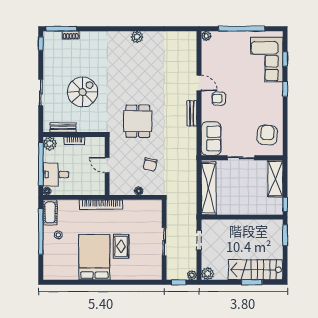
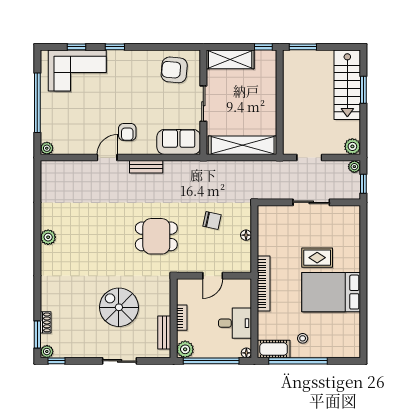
window: (61, 29) -> (37, 335), width x0.69
plant: (48, 36) -> (47, 352), added
desk: (56, 175) -> (235, 323), moved, turned -90

